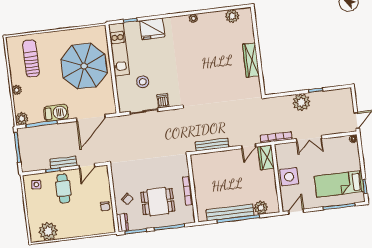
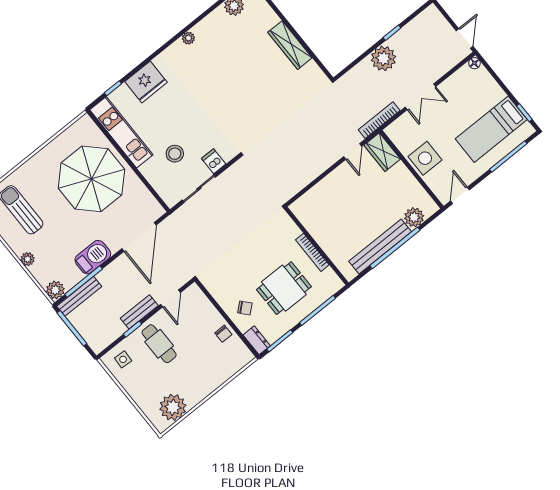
bench: (212, 145) -> (79, 296), moved

